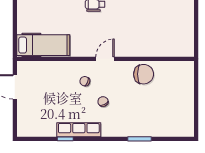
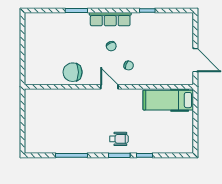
door: (105, 59) -> (109, 87), swing flipped
row of seats: (79, 130) -> (110, 19), moved

